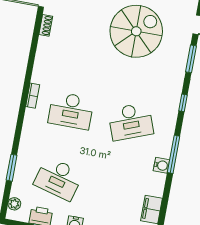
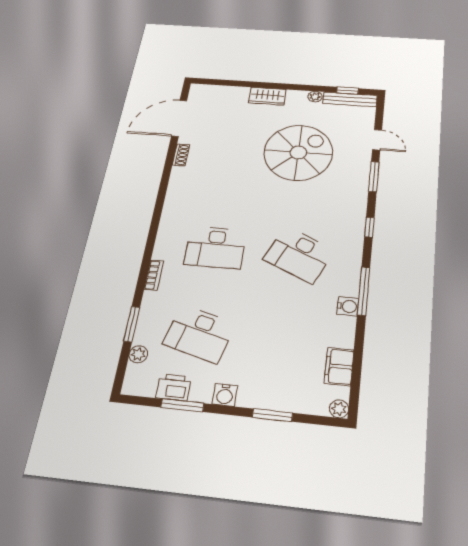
bookcase: (33, 96) -> (154, 275), moved
desk: (131, 122) -> (299, 255), turned 45
plant: (14, 204) -> (138, 354), moved

